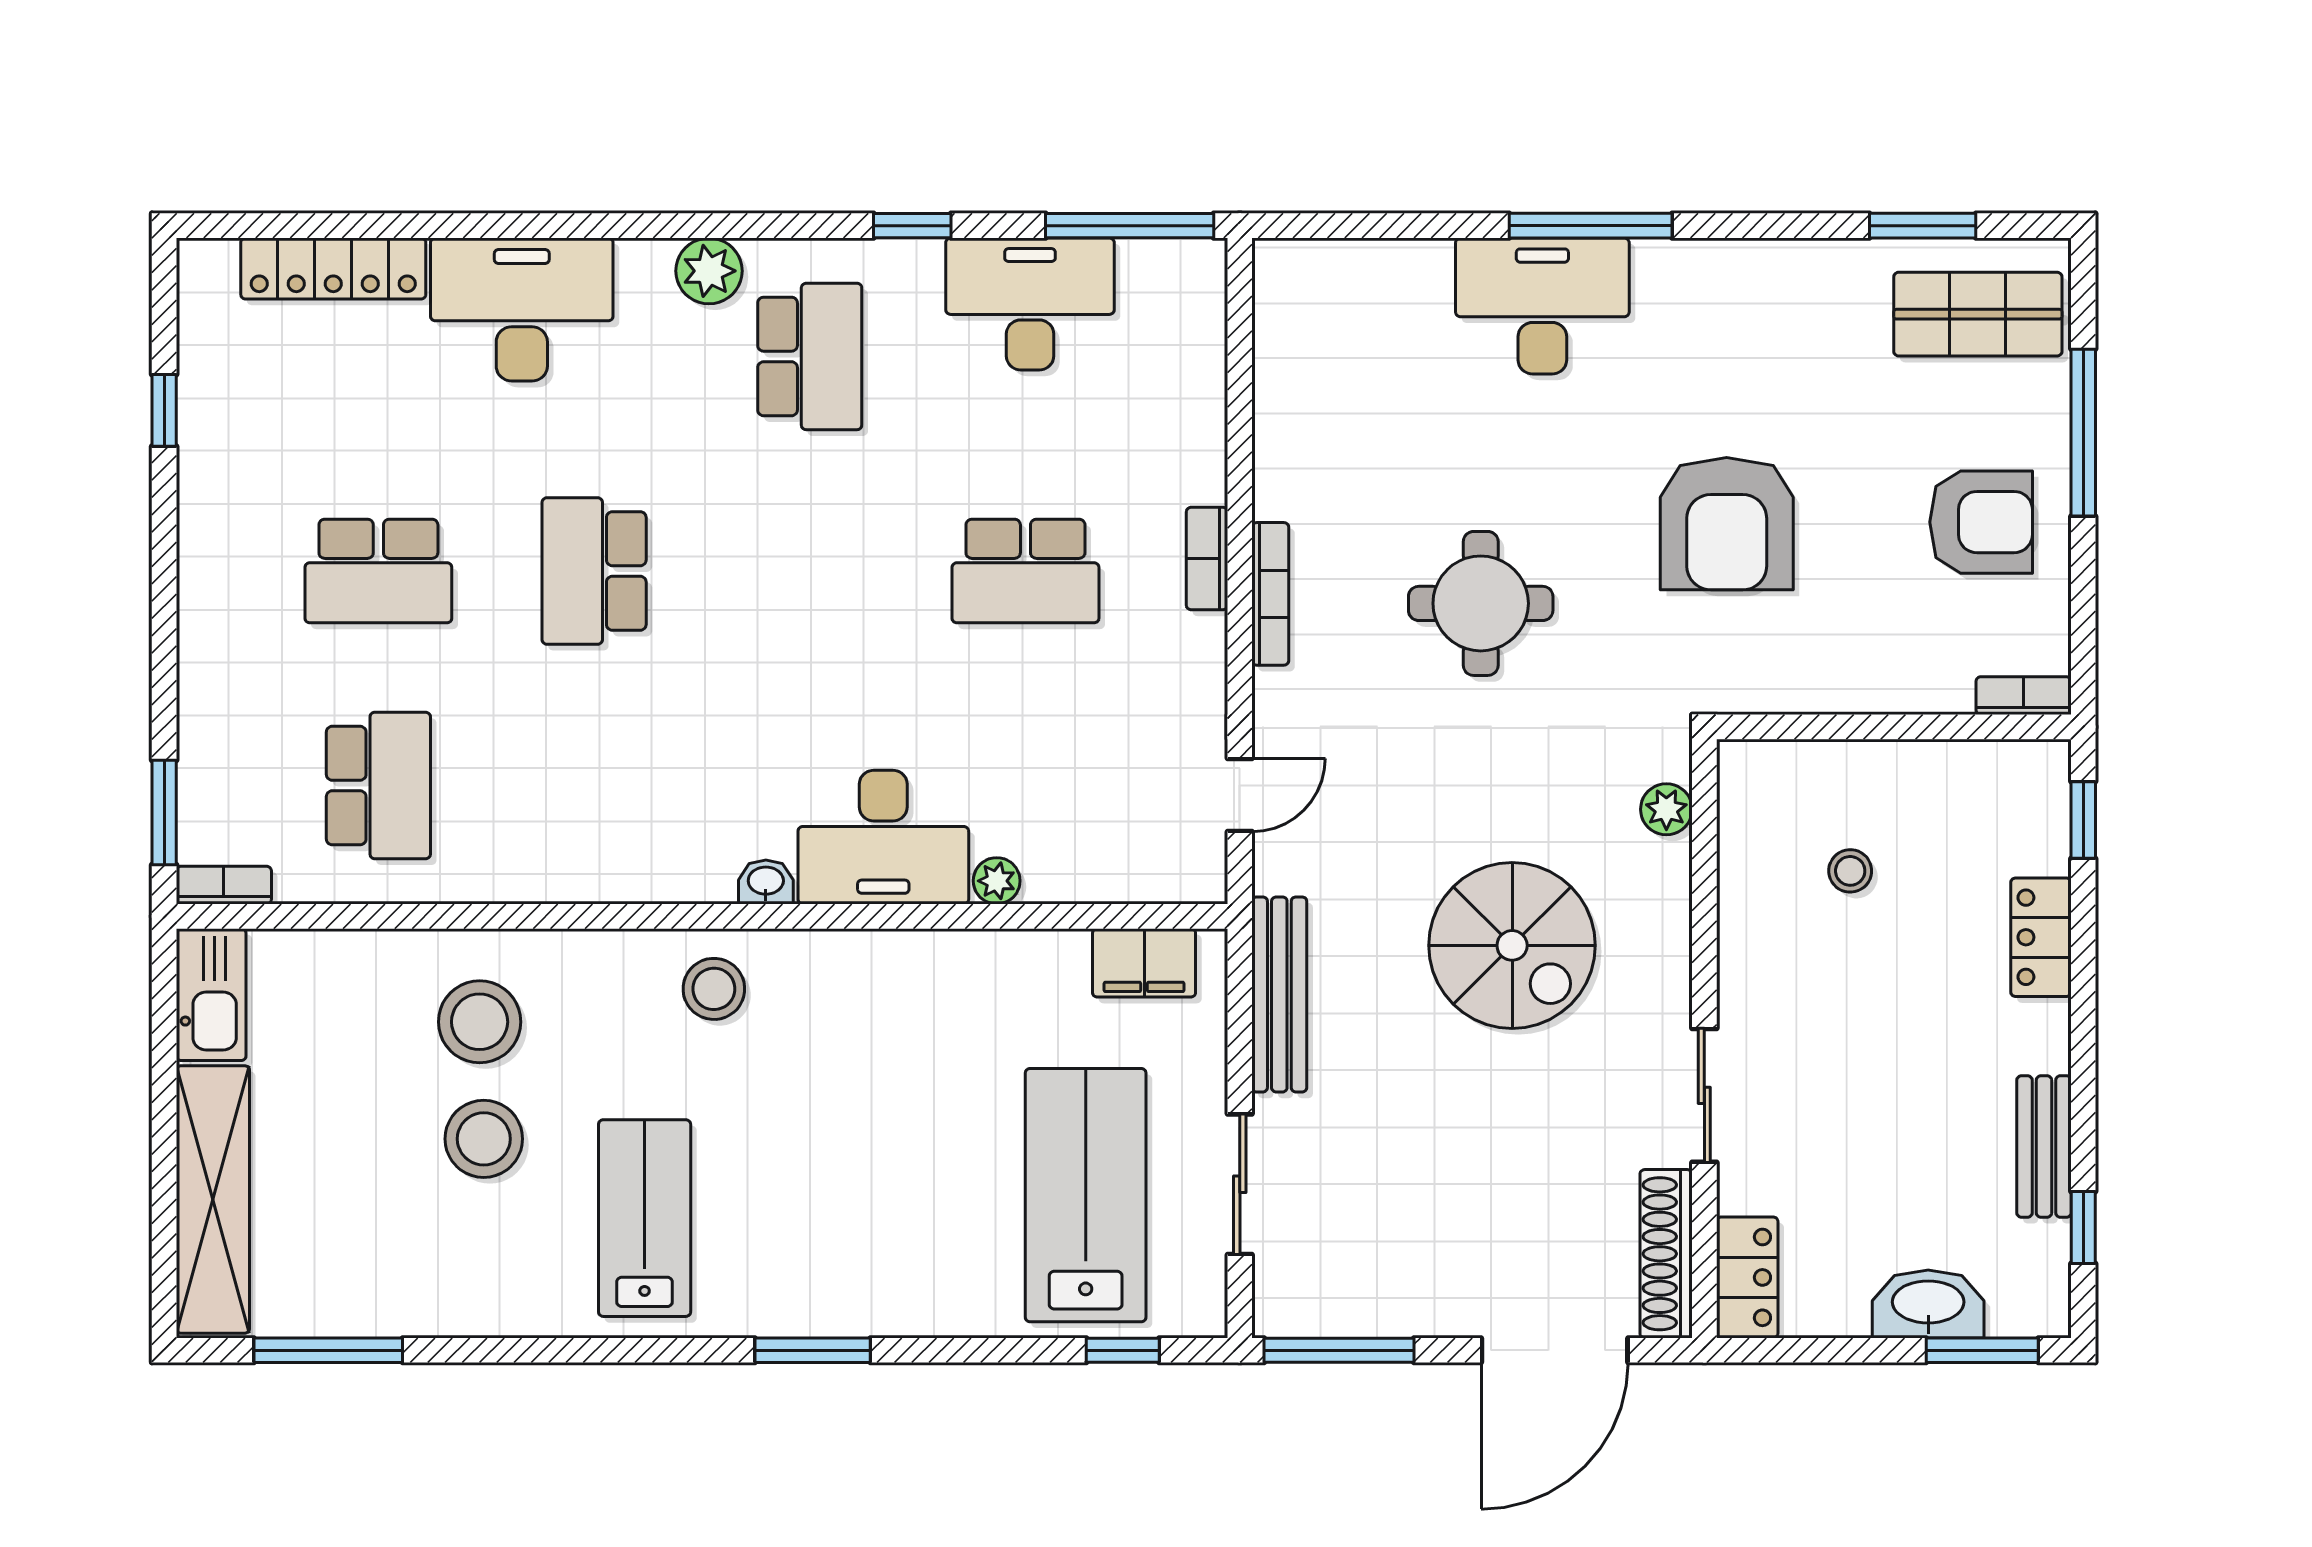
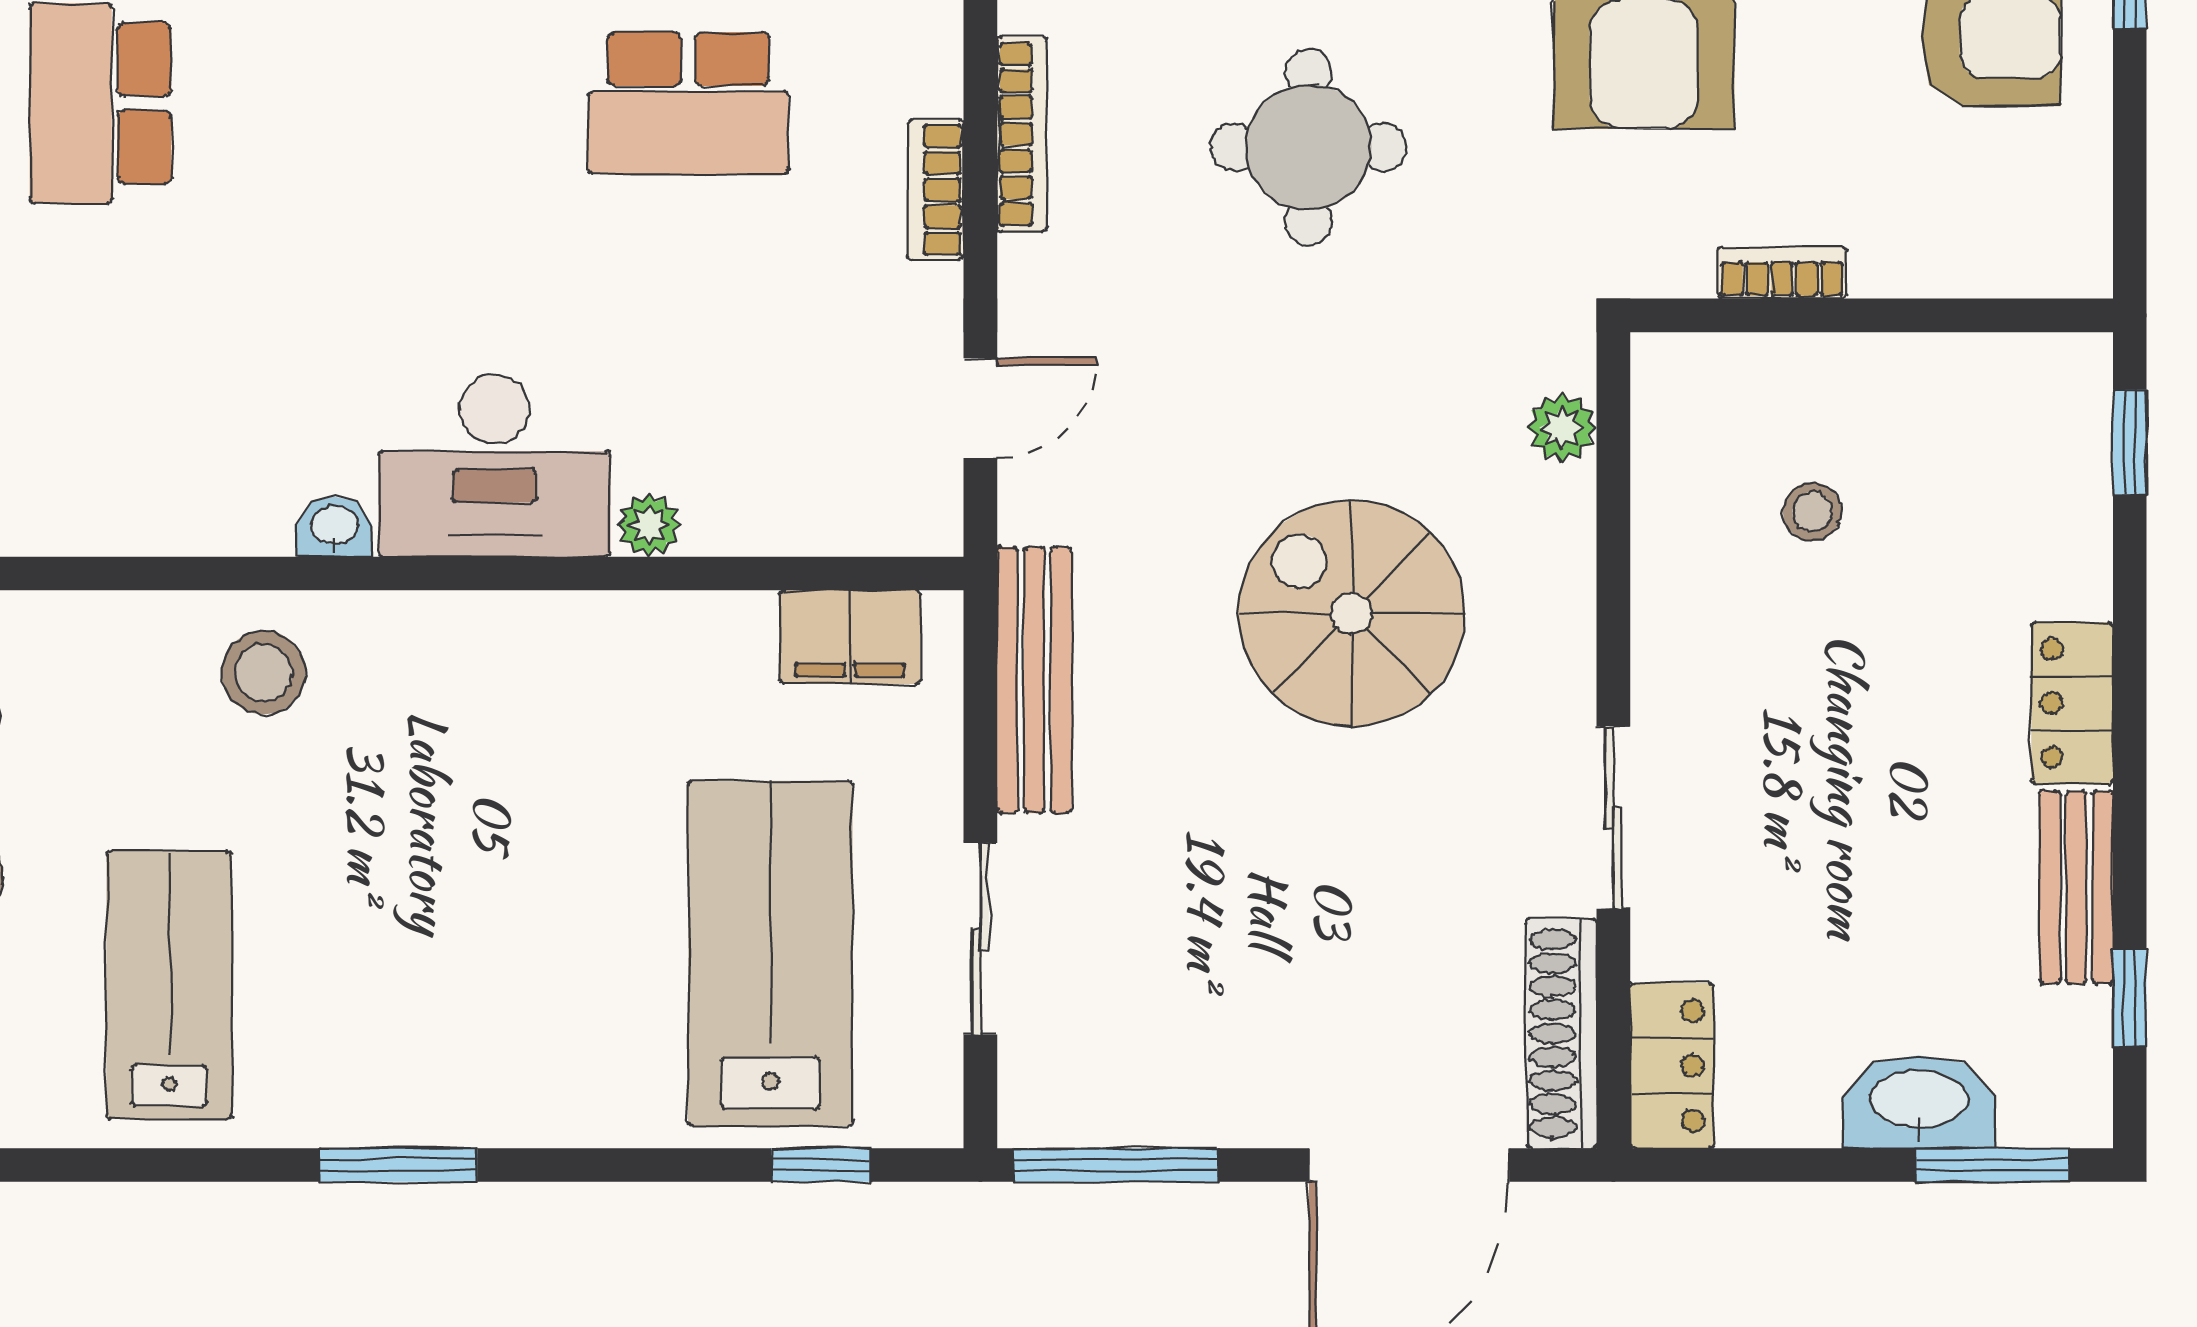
bookcase: (1207, 559) -> (936, 190), moved
bookcase: (2024, 696) -> (1782, 273), moved
locker: (2041, 937) -> (2072, 703), moved
spiral stairs: (1512, 945) -> (1351, 613), turned 180

